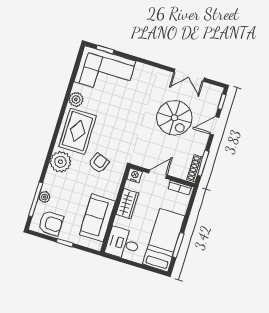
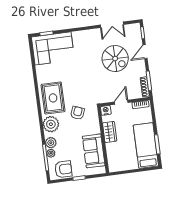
plant: (76, 100) -> (51, 143), moved
desk: (123, 243) -> (119, 161), removed

